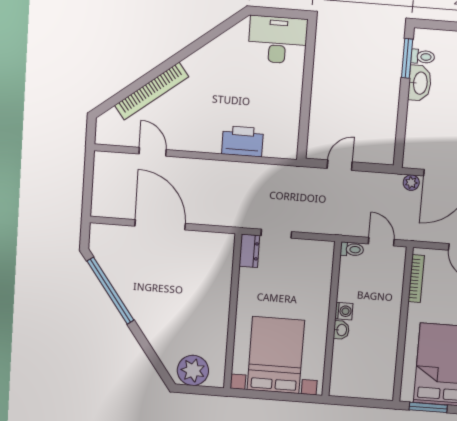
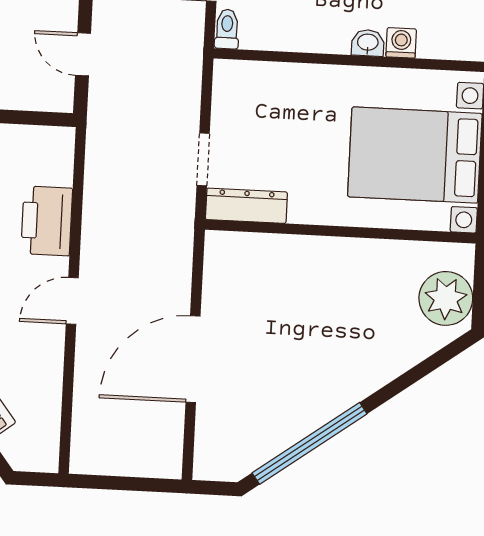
door: (153, 152) -> (72, 301), moved
dresser: (249, 251) -> (246, 206), width x1.44
washing machine: (344, 311) -> (401, 43), moved

